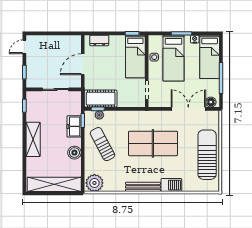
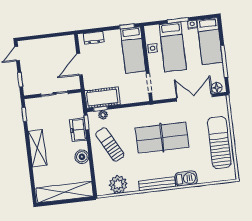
plant: (94, 183) -> (118, 184), moved

